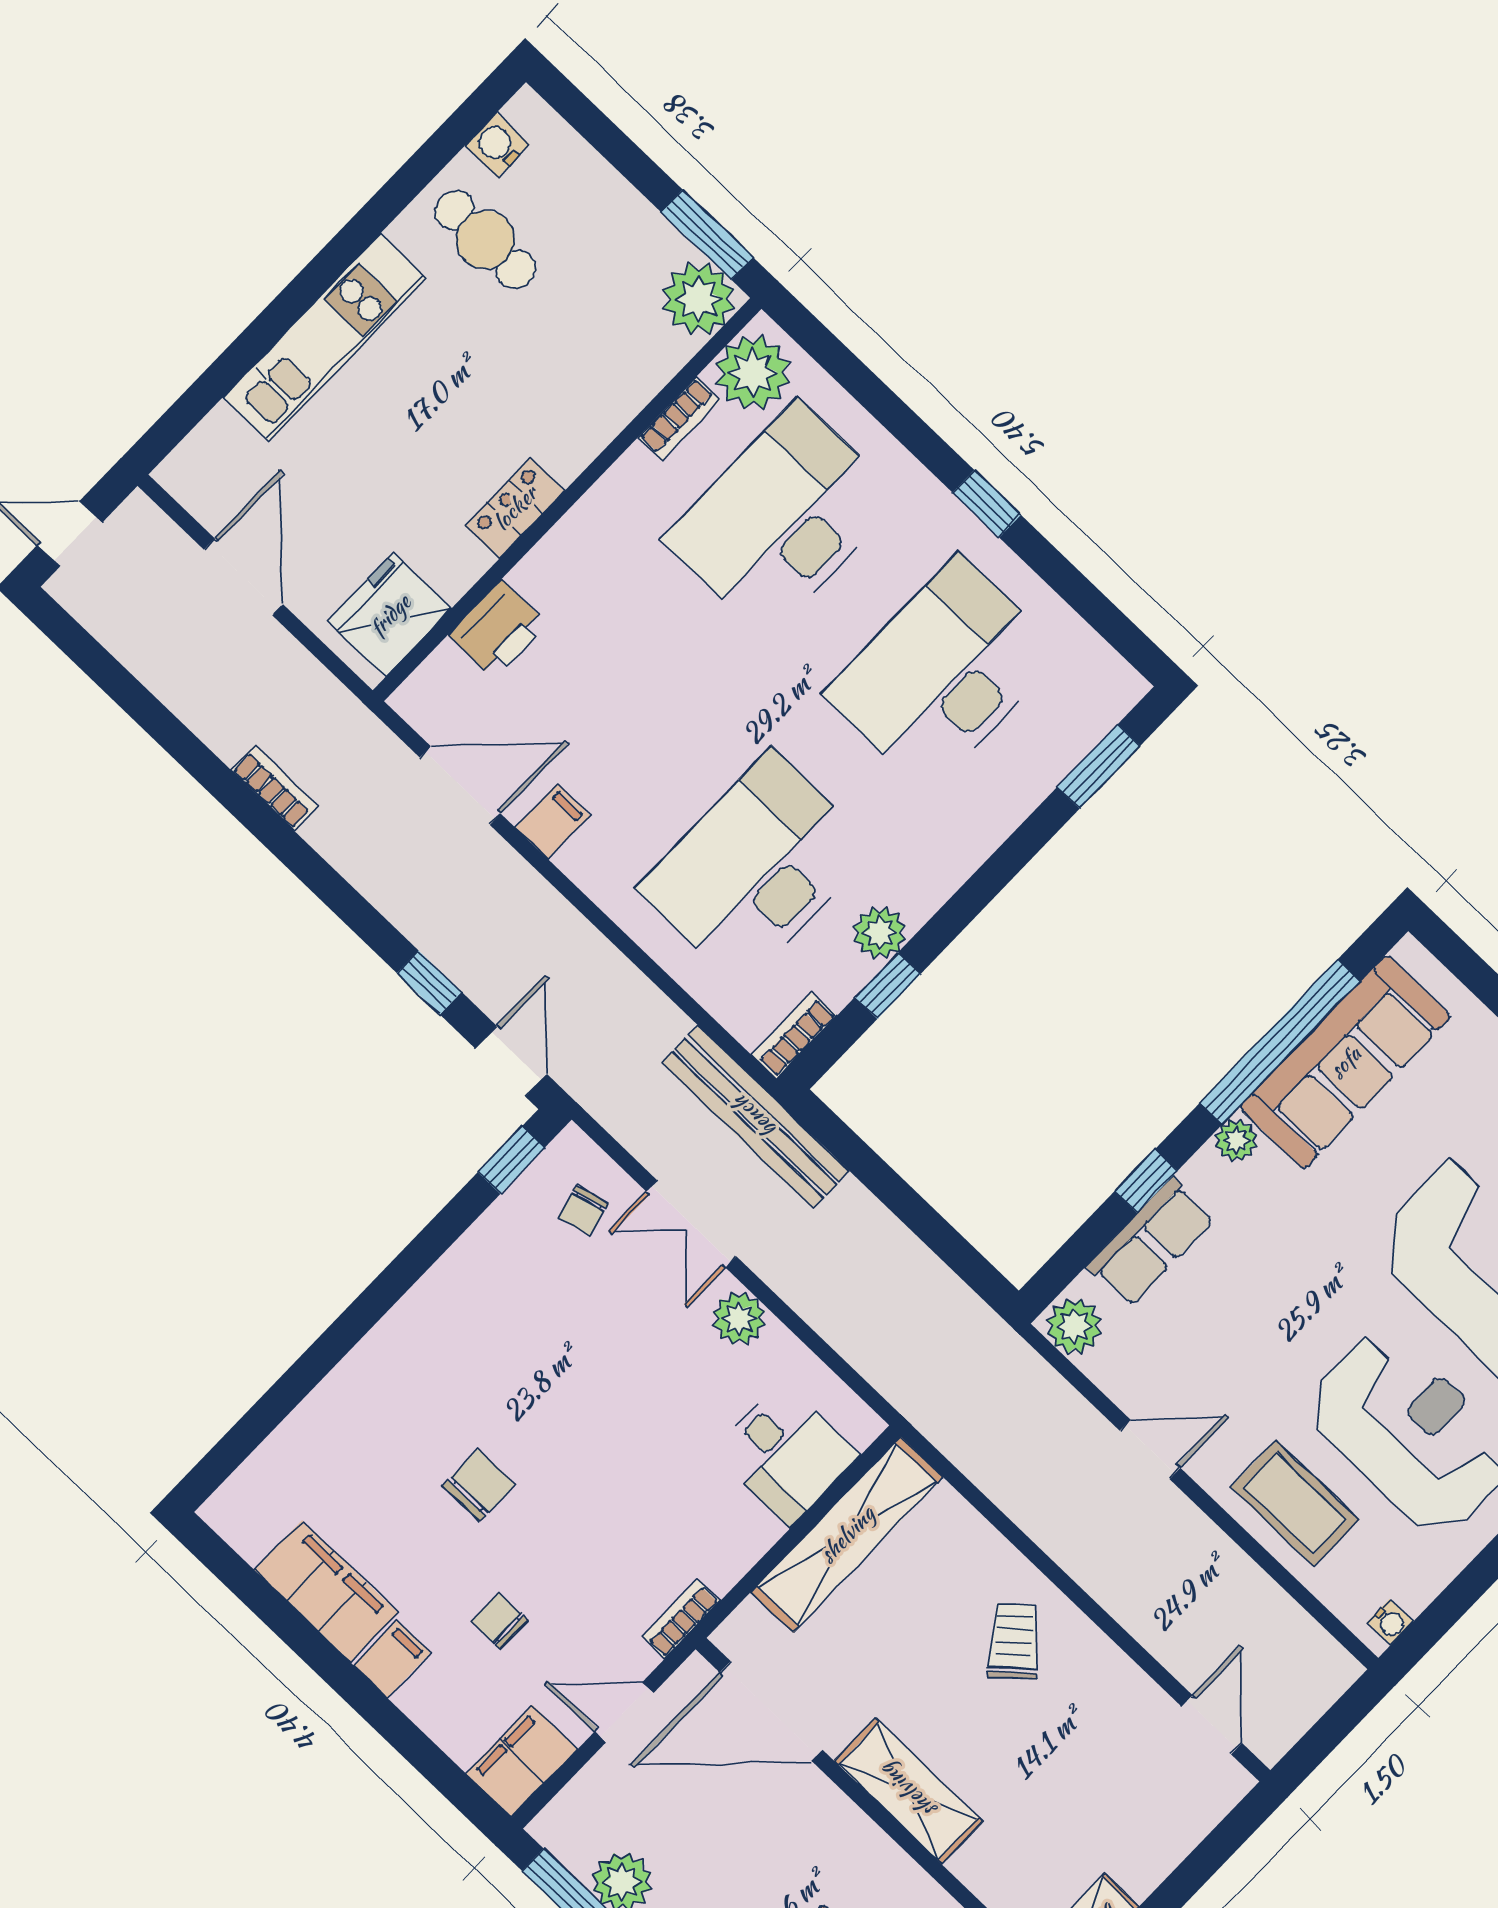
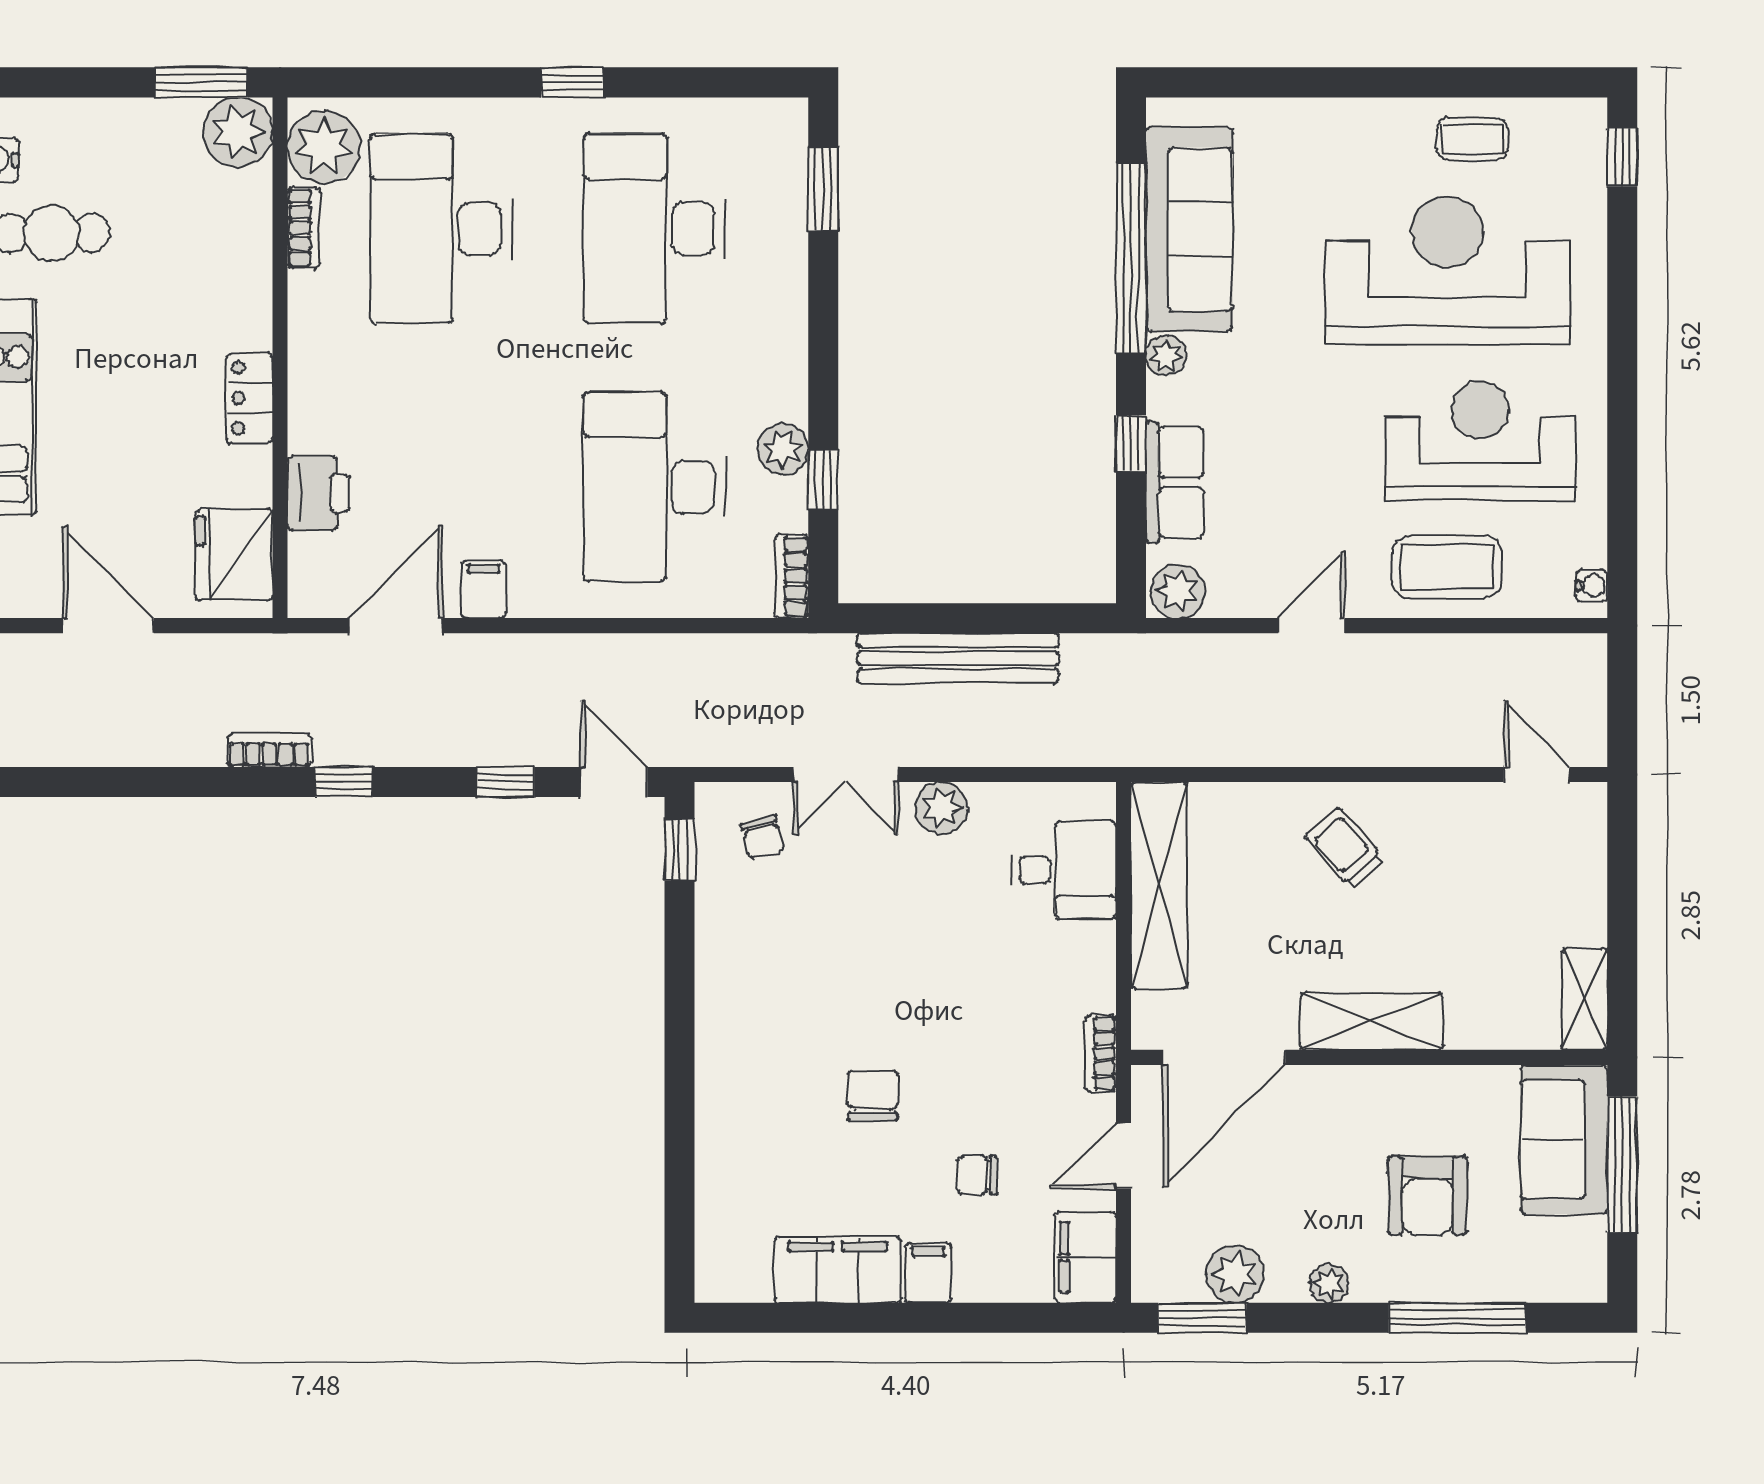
window: (308, 866) -> (344, 782), added
bench: (755, 1117) -> (958, 658), moved

